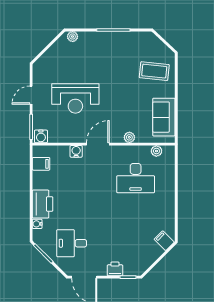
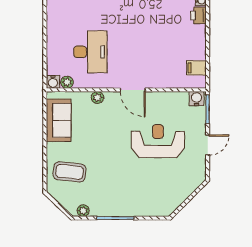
plant: (73, 37) -> (83, 211), moved
door: (98, 144) -> (133, 90), hinge flipped
water cooler: (76, 151) -> (53, 82), moved
desk: (136, 178) -> (90, 52), turned 90
printer: (43, 204) -> (198, 15), width x0.53, depth x0.68

